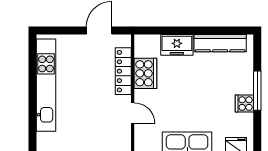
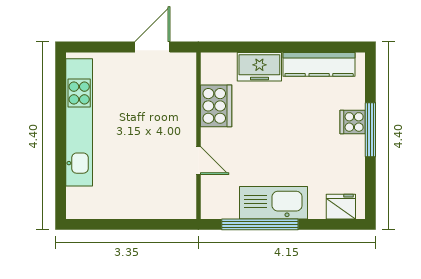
locker: (123, 71) -> (186, 103), removed
cooker: (244, 104) -> (353, 122), moved

